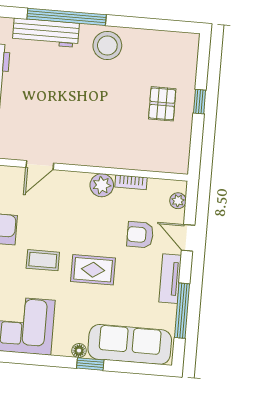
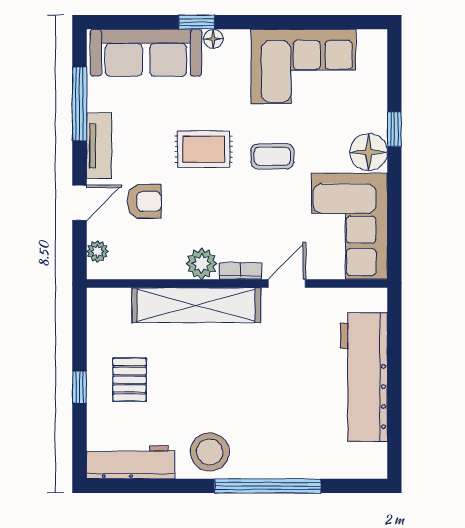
workbench: (46, 33) -> (131, 462), moved
shelving: (108, 155) -> (196, 305), added
bookcase: (131, 182) -> (241, 271), moved
door: (188, 238) -> (80, 203), hinge flipped

